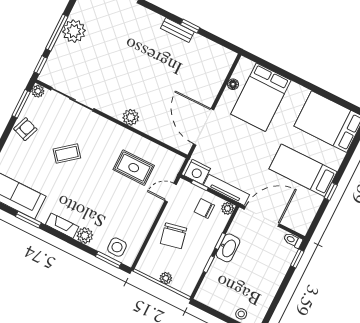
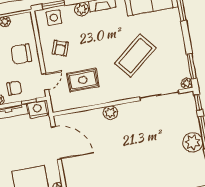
armchair: (25, 129) -> (60, 48), moved
coffee table: (67, 154) -> (135, 56), width x1.86, depth x1.72
chair: (174, 236) -> (21, 54), turned -78

